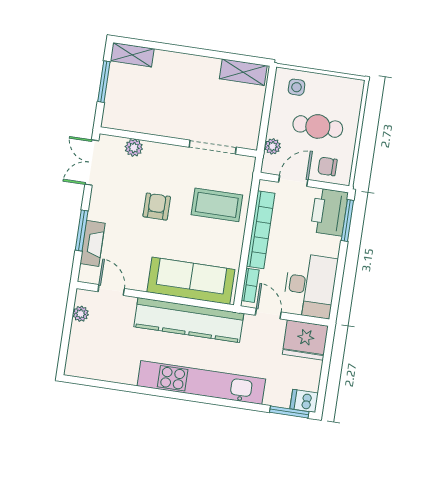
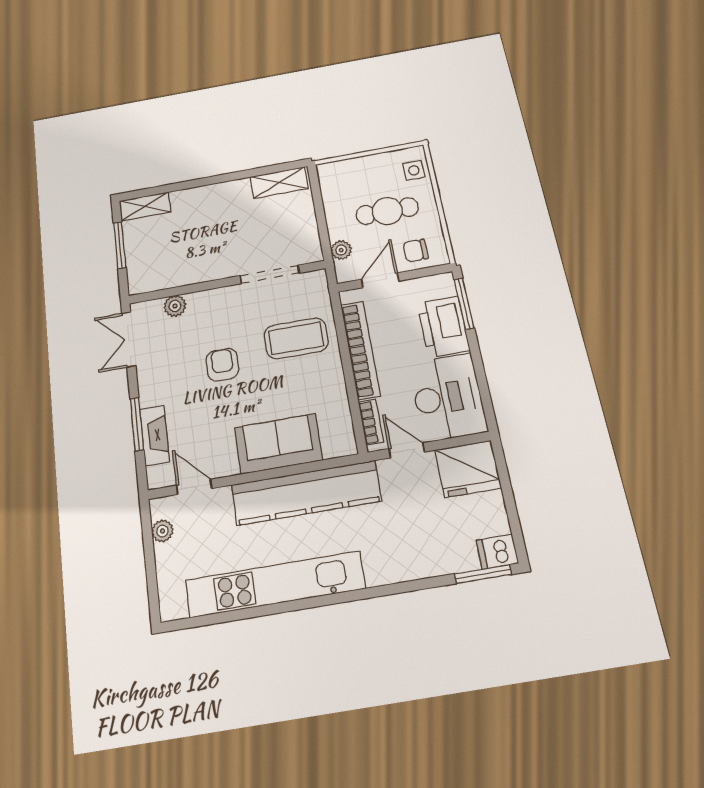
side table: (297, 87) -> (414, 170), moved
printer: (329, 212) -> (443, 327), moved
sofa: (191, 281) -> (278, 444), width x0.73
kitchen unit: (201, 382) -> (275, 584), moved

